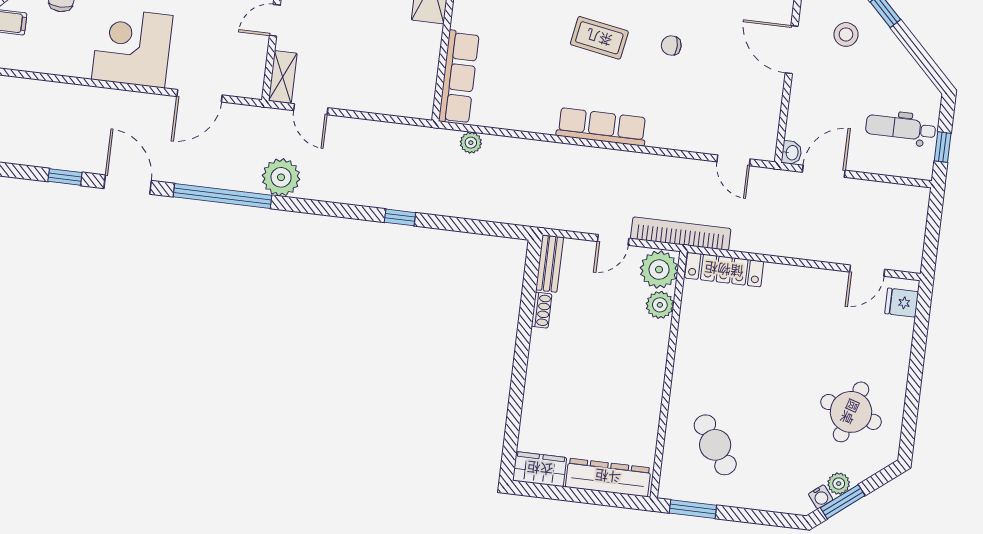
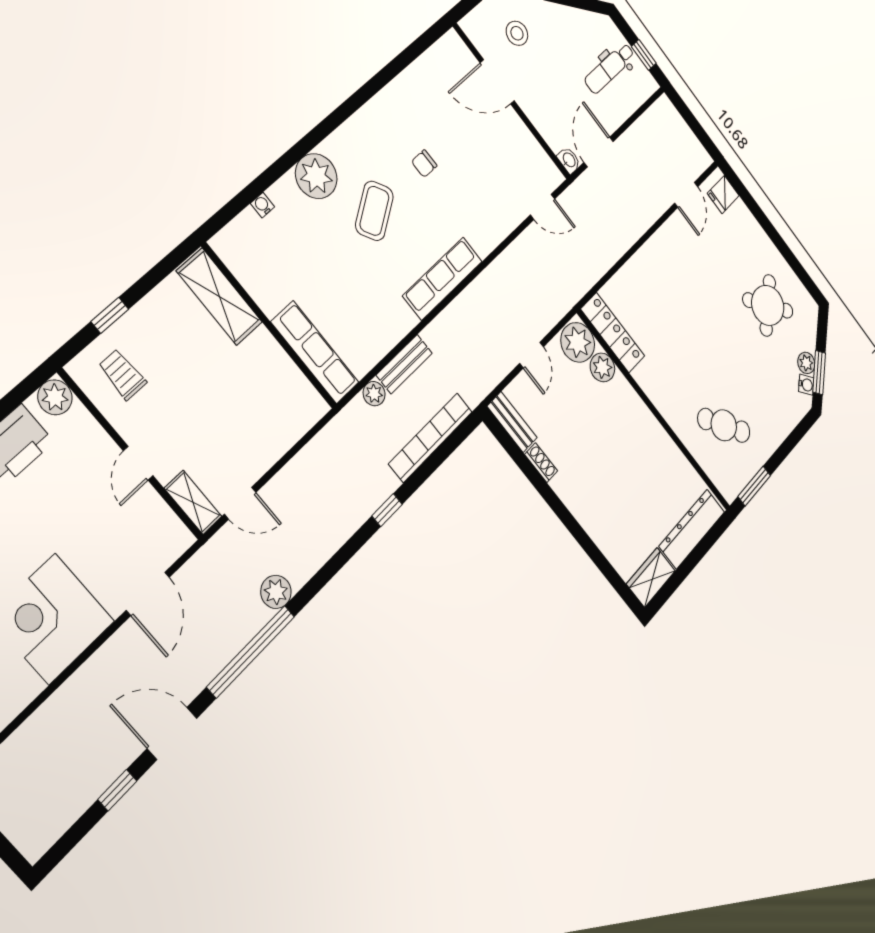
coffee table: (599, 38) -> (374, 211), turned -42
bench: (513, 148) -> (404, 364), added
plant: (281, 177) -> (276, 592), width x0.73, depth x0.73
bookcase: (681, 234) -> (431, 438), moved
locker: (724, 270) -> (613, 333), moved, turned -90
round table: (851, 412) -> (768, 305), turned 34

